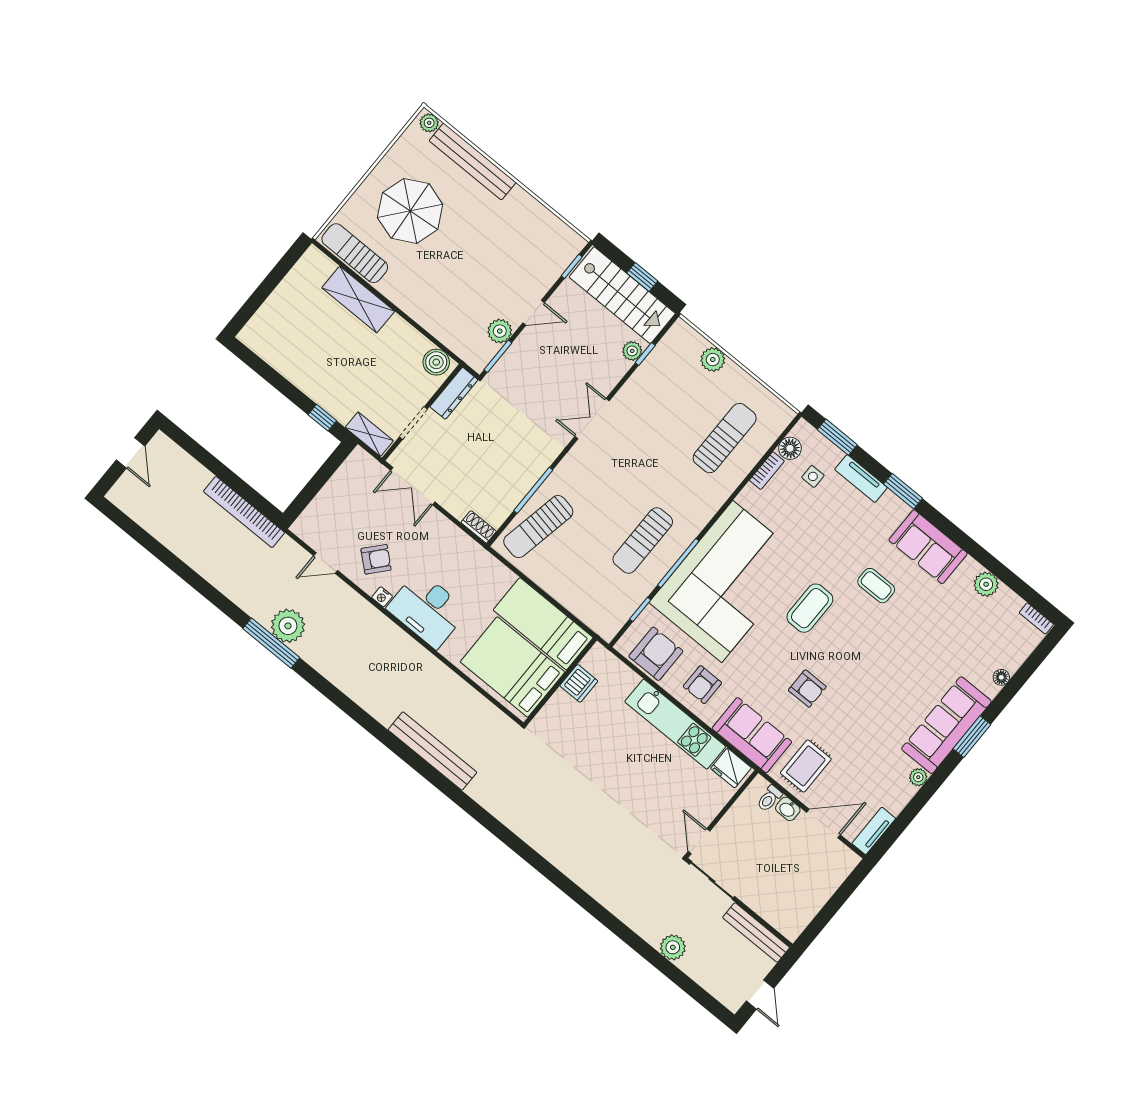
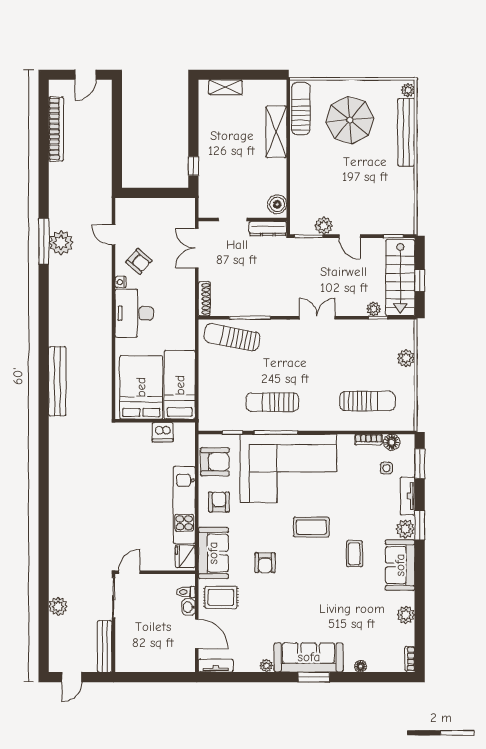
shelving: (369, 434) -> (225, 87), moved, turned 90
plant: (894, 510) -> (405, 529), added
bookcase: (244, 512) -> (56, 129), moved, turned 180
shoe rack: (479, 527) -> (204, 299), width x1.43
armchair: (702, 685) -> (219, 502), turned 90

